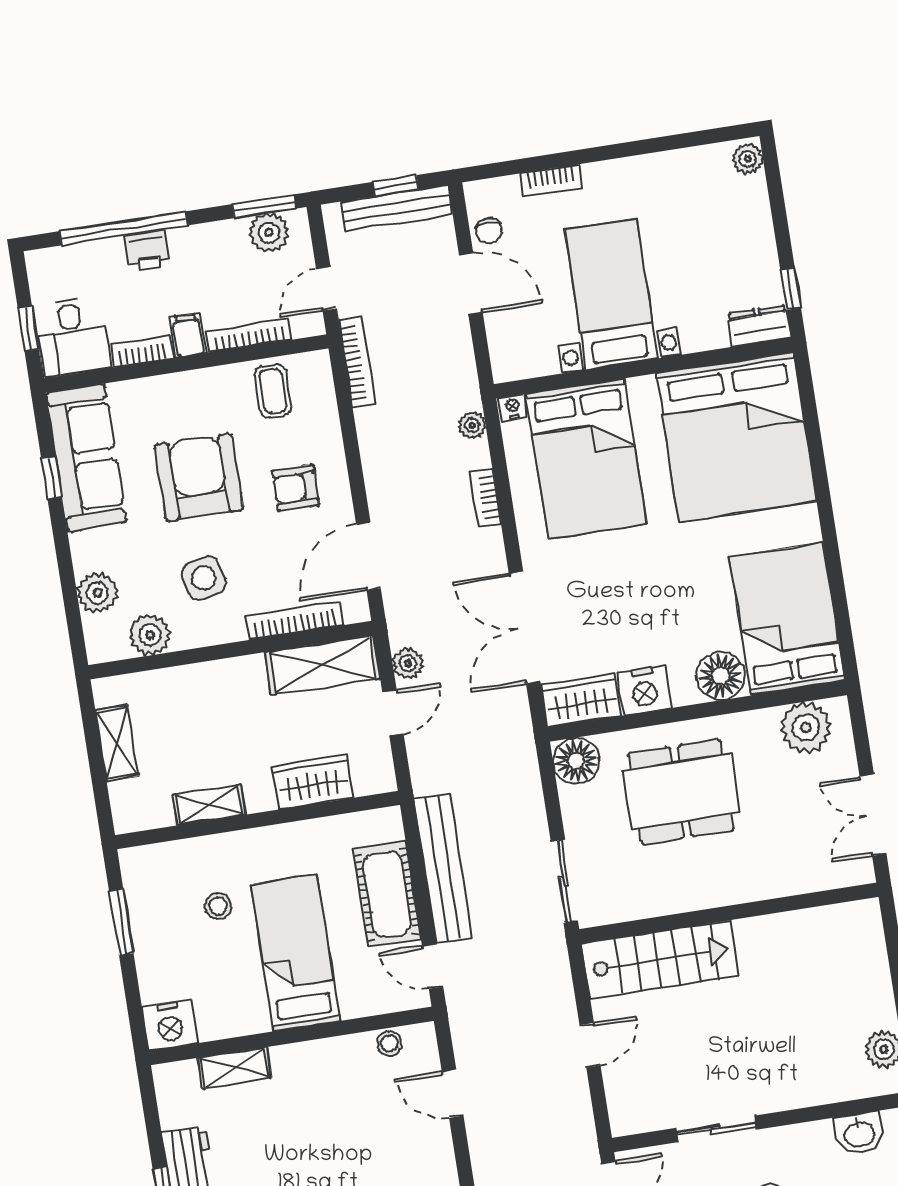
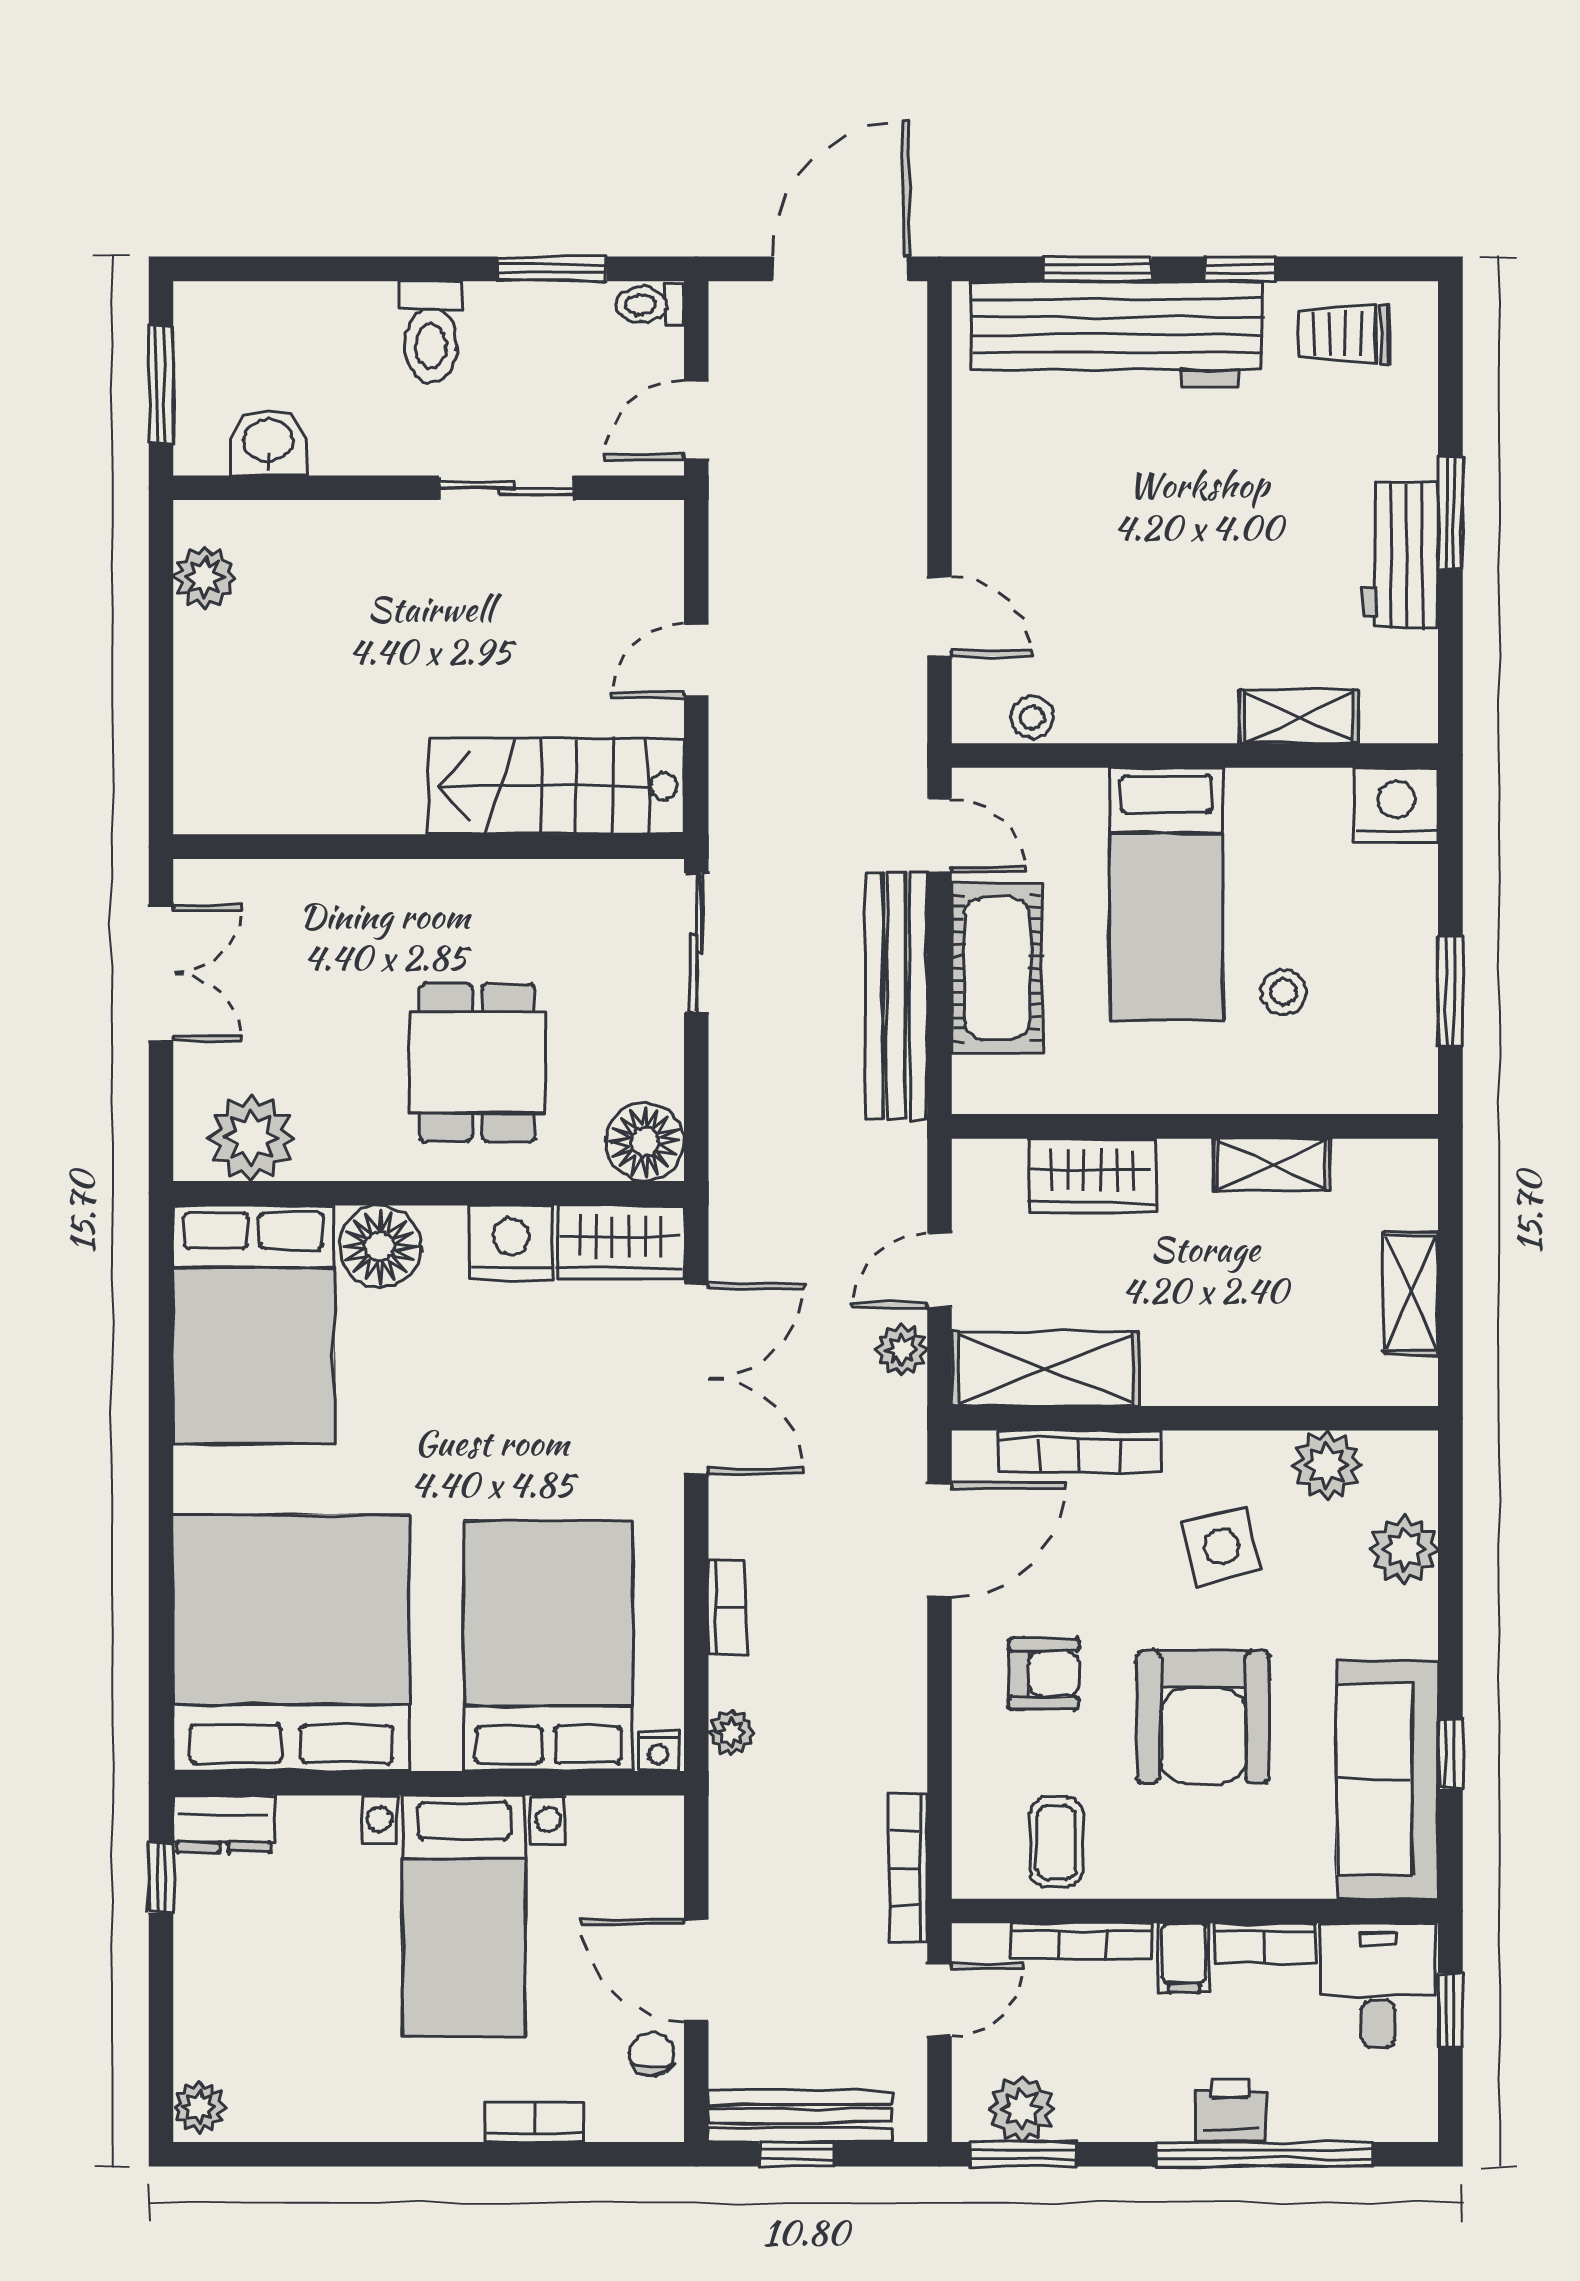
dining table: (681, 792) -> (477, 1063), width x0.73

